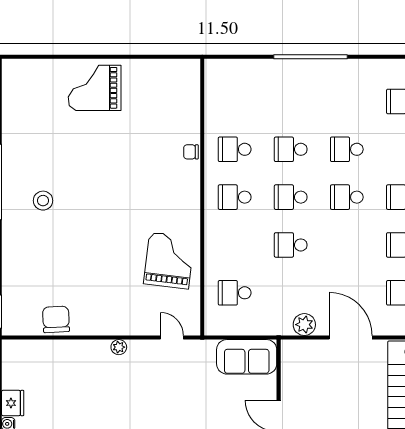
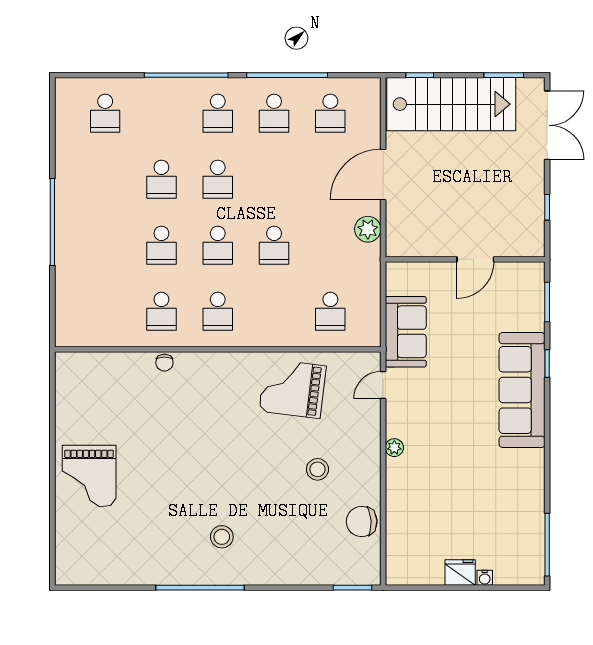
stool: (100, 282) -> (317, 469), added
sofa: (247, 357) -> (406, 332), moved

